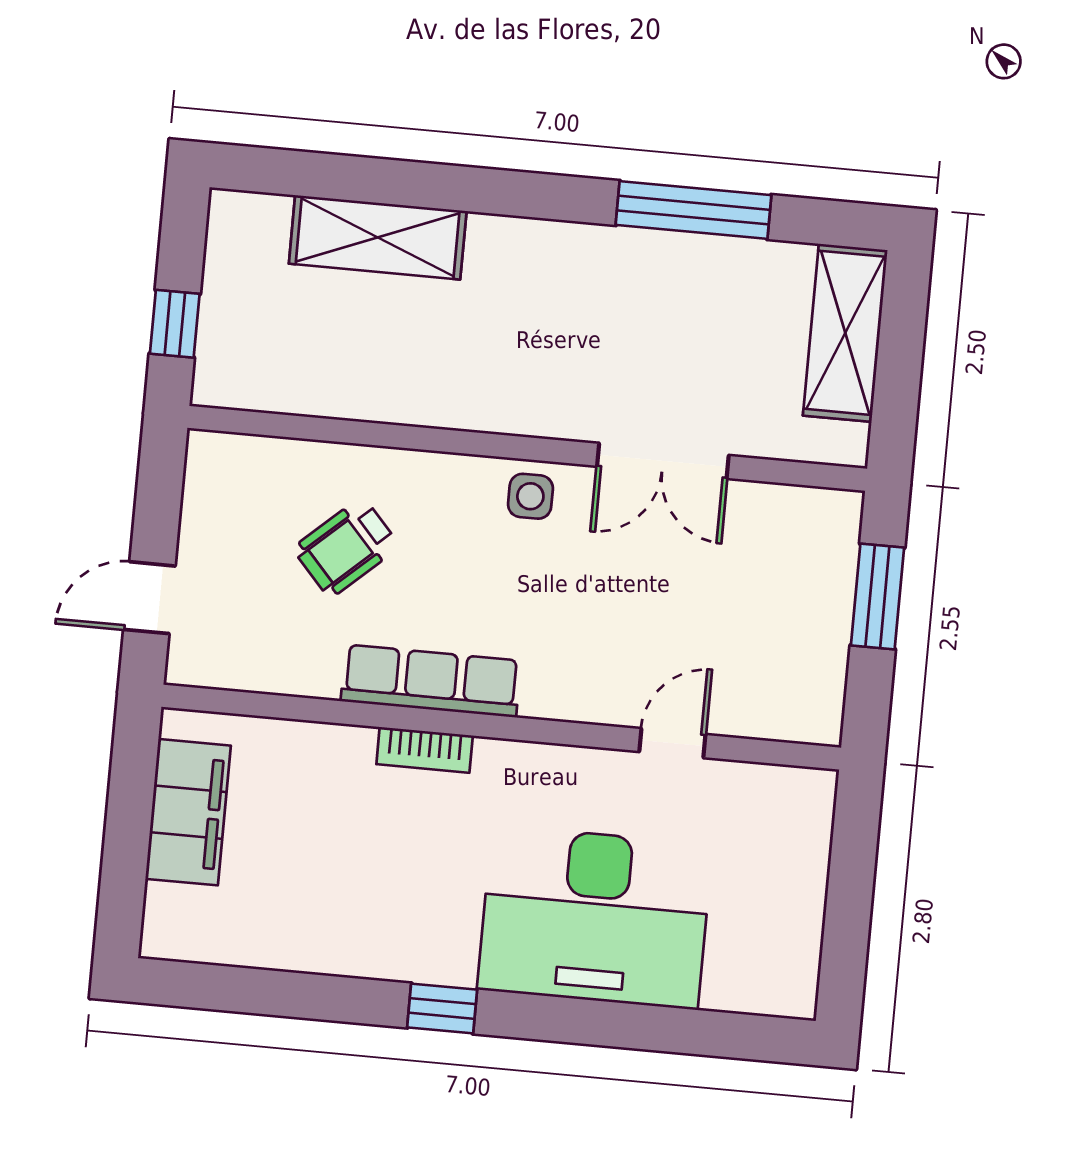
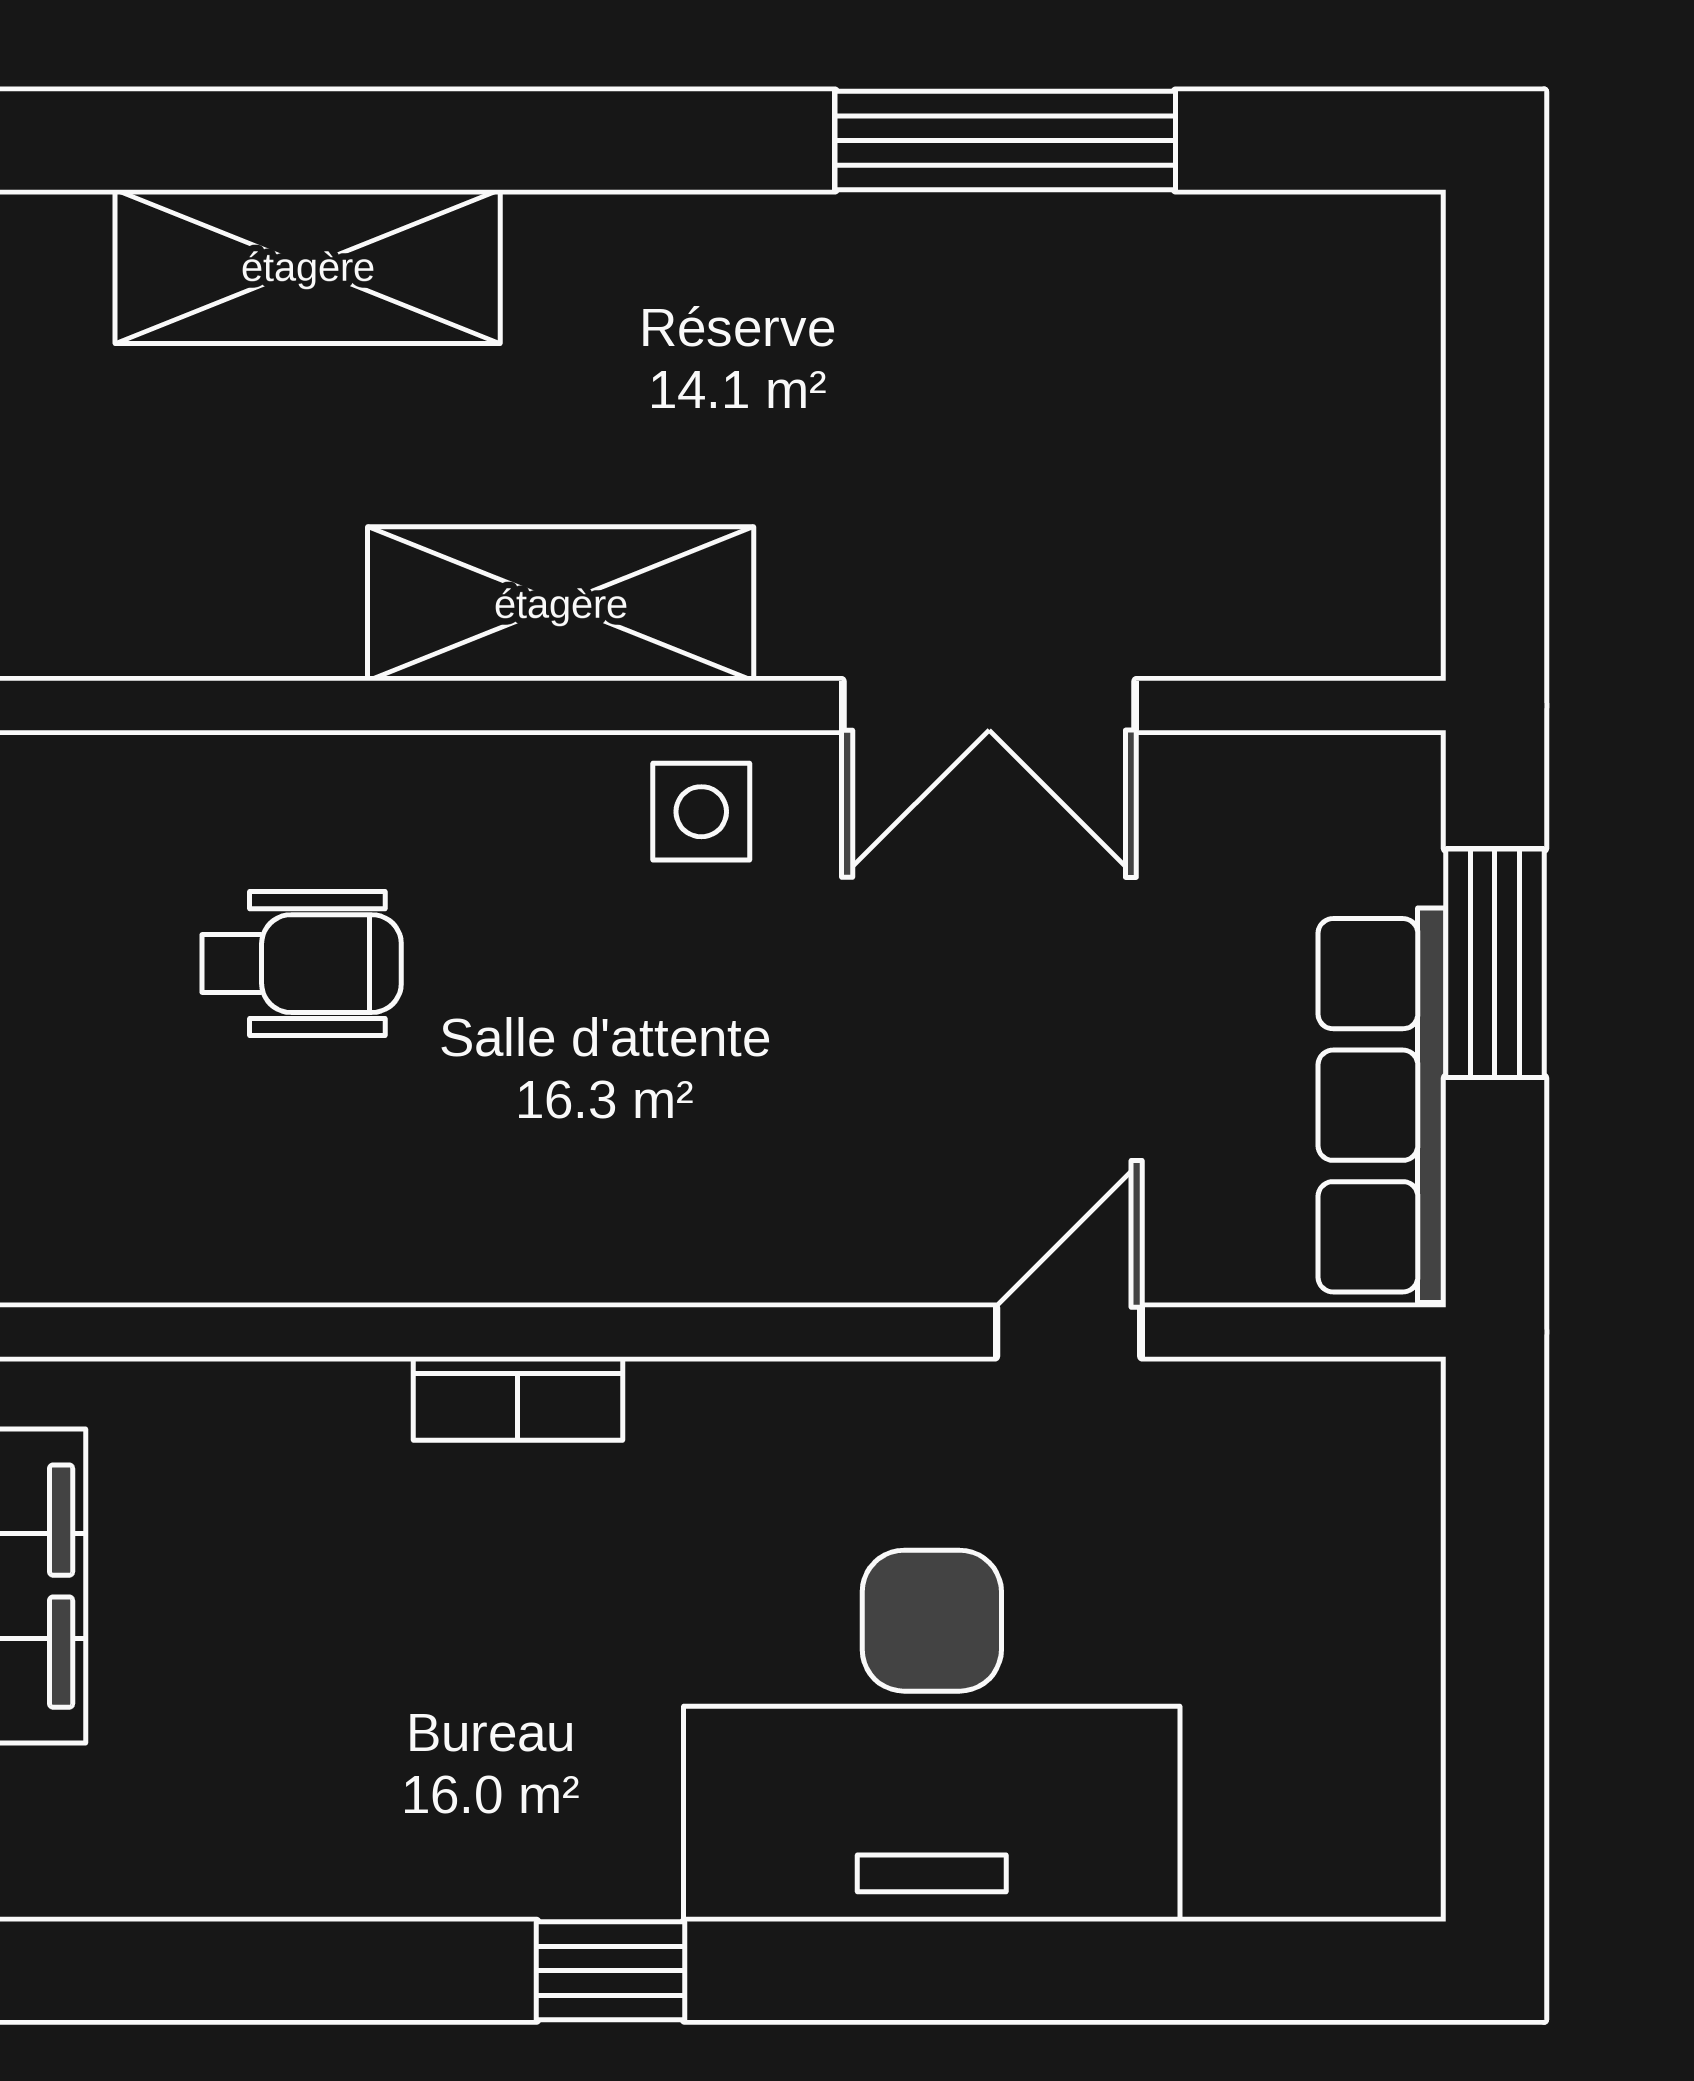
shelving: (845, 333) -> (561, 604), moved, turned 90
wheelchair: (346, 547) -> (302, 964), turned -138
row of seats: (431, 681) -> (1382, 1105), moved, turned -90

